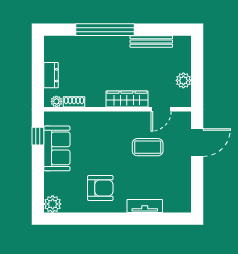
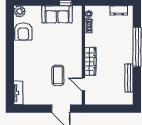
dresser: (51, 75) -> (119, 10), moved
plant: (183, 80) -> (103, 100), removed
armchair: (100, 188) -> (23, 32), moved
tv unit: (145, 206) -> (18, 93), moved

